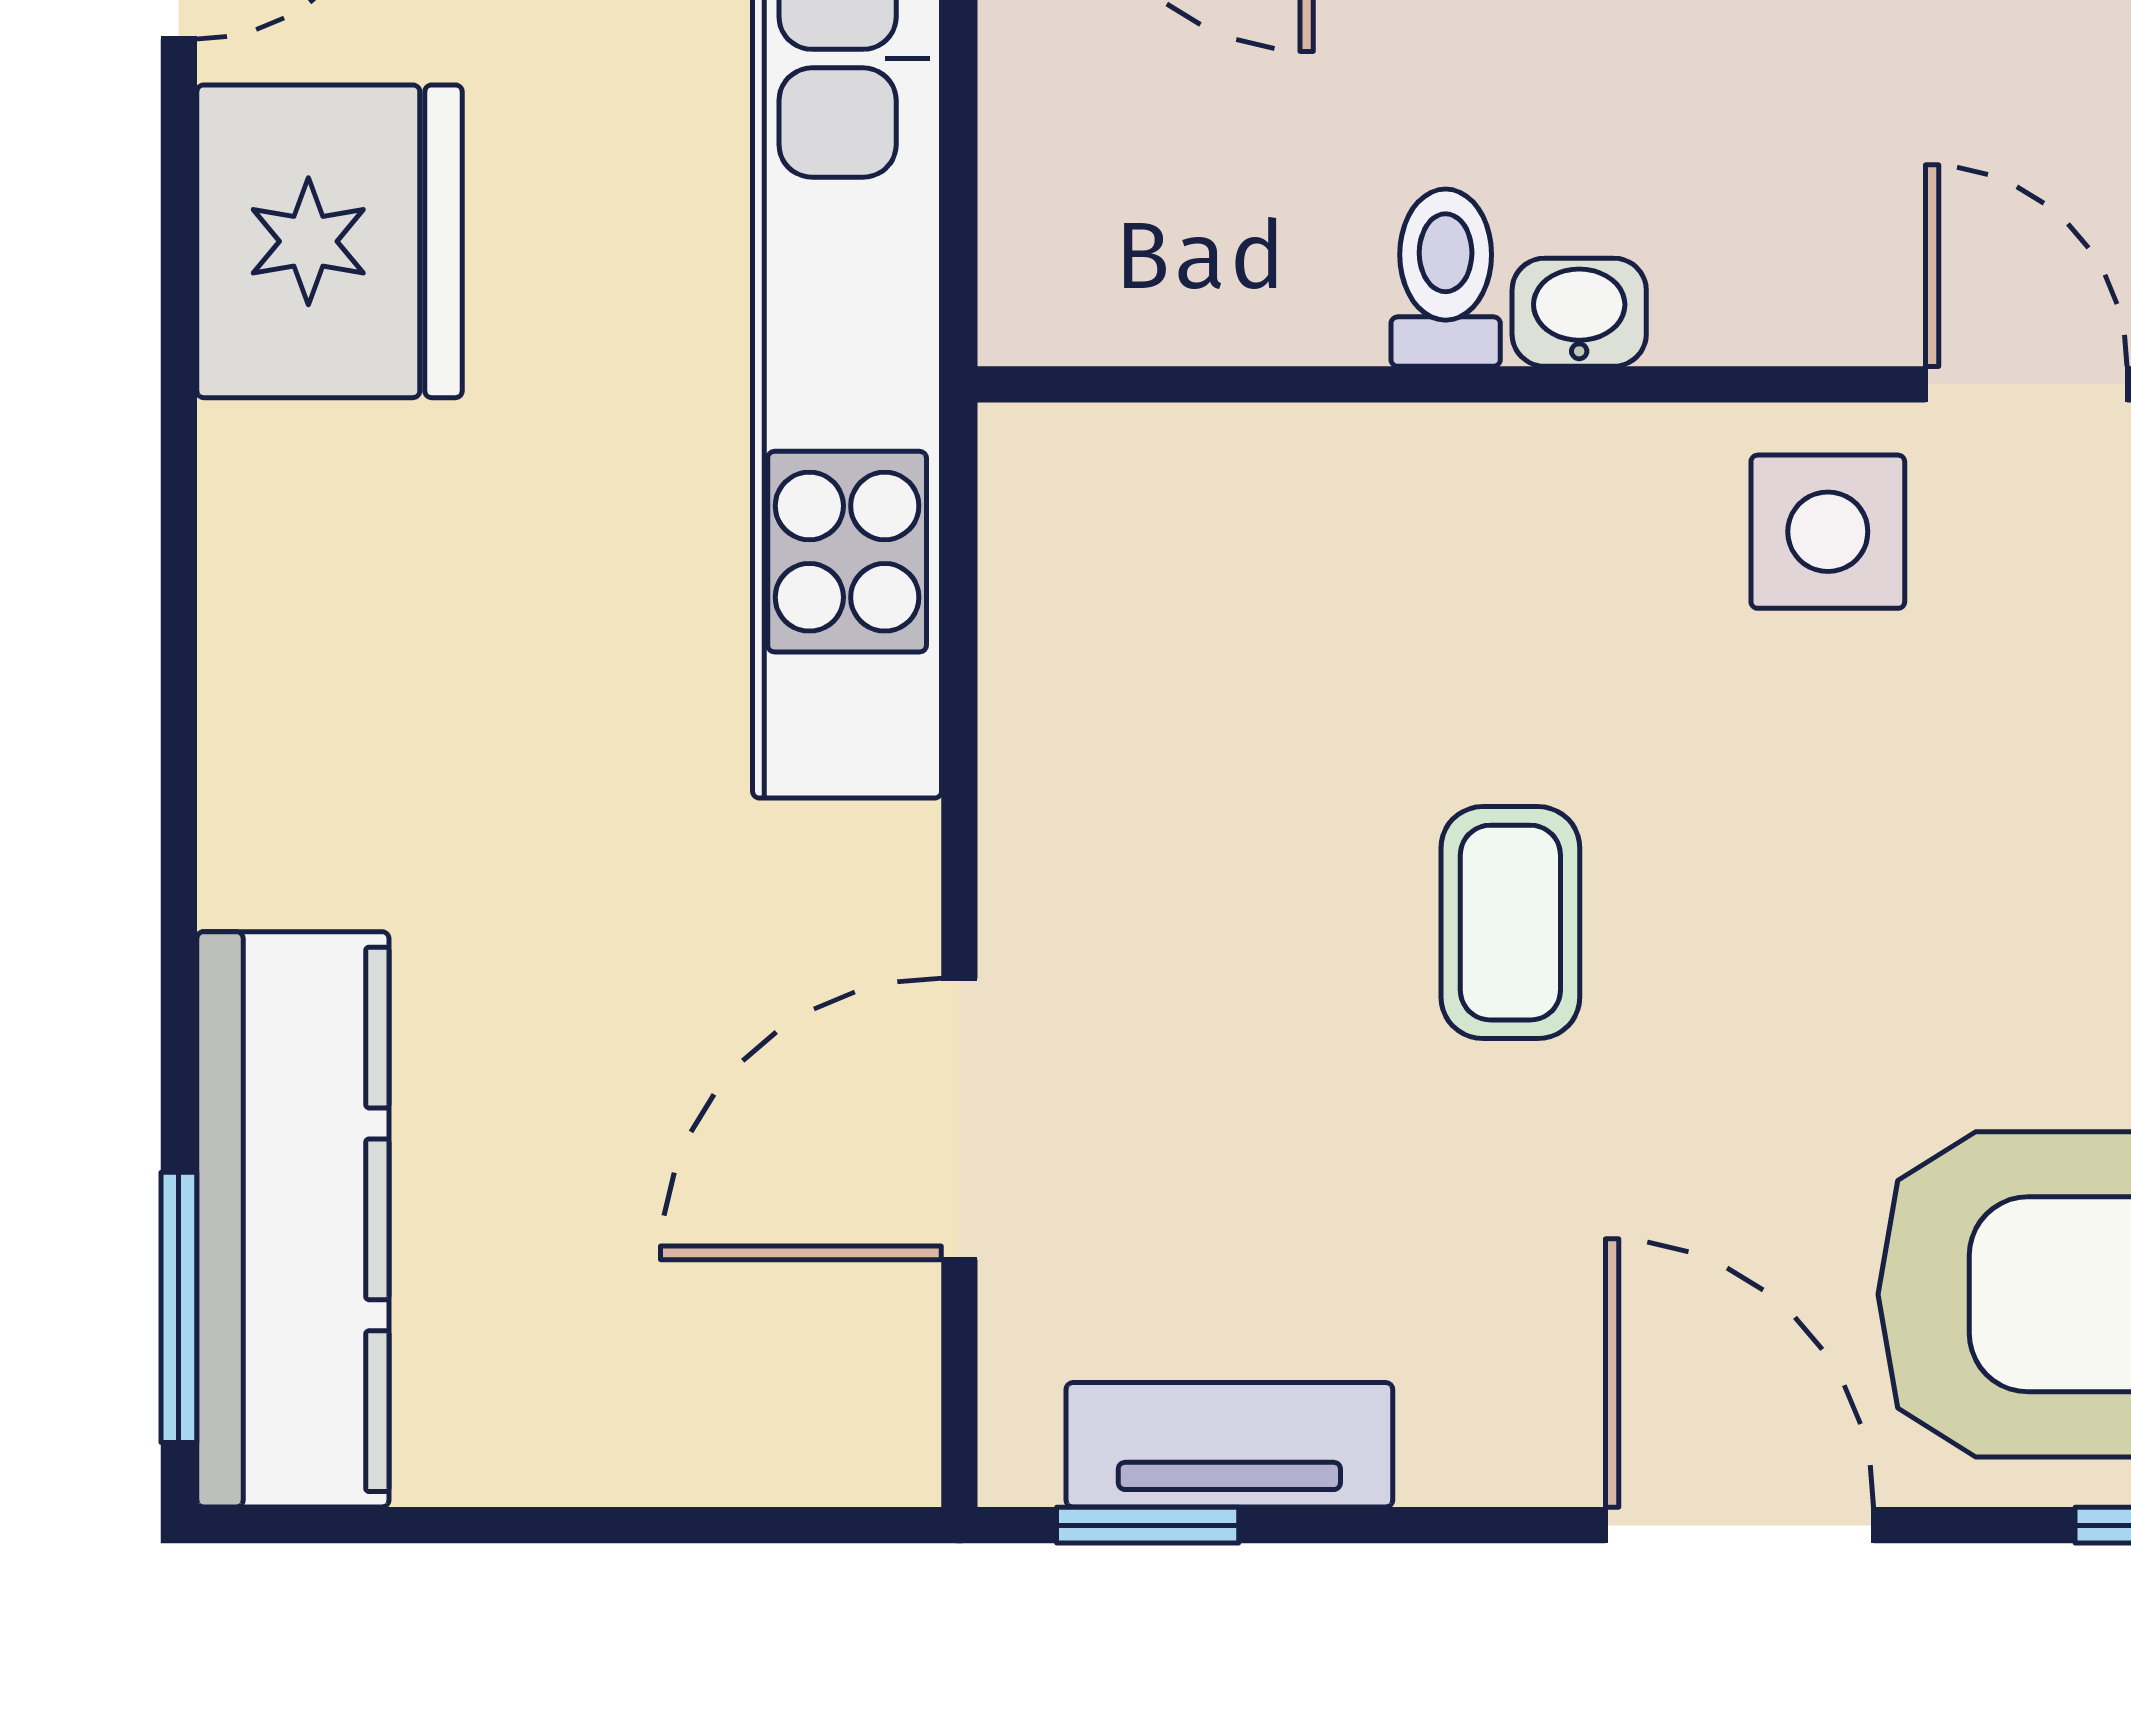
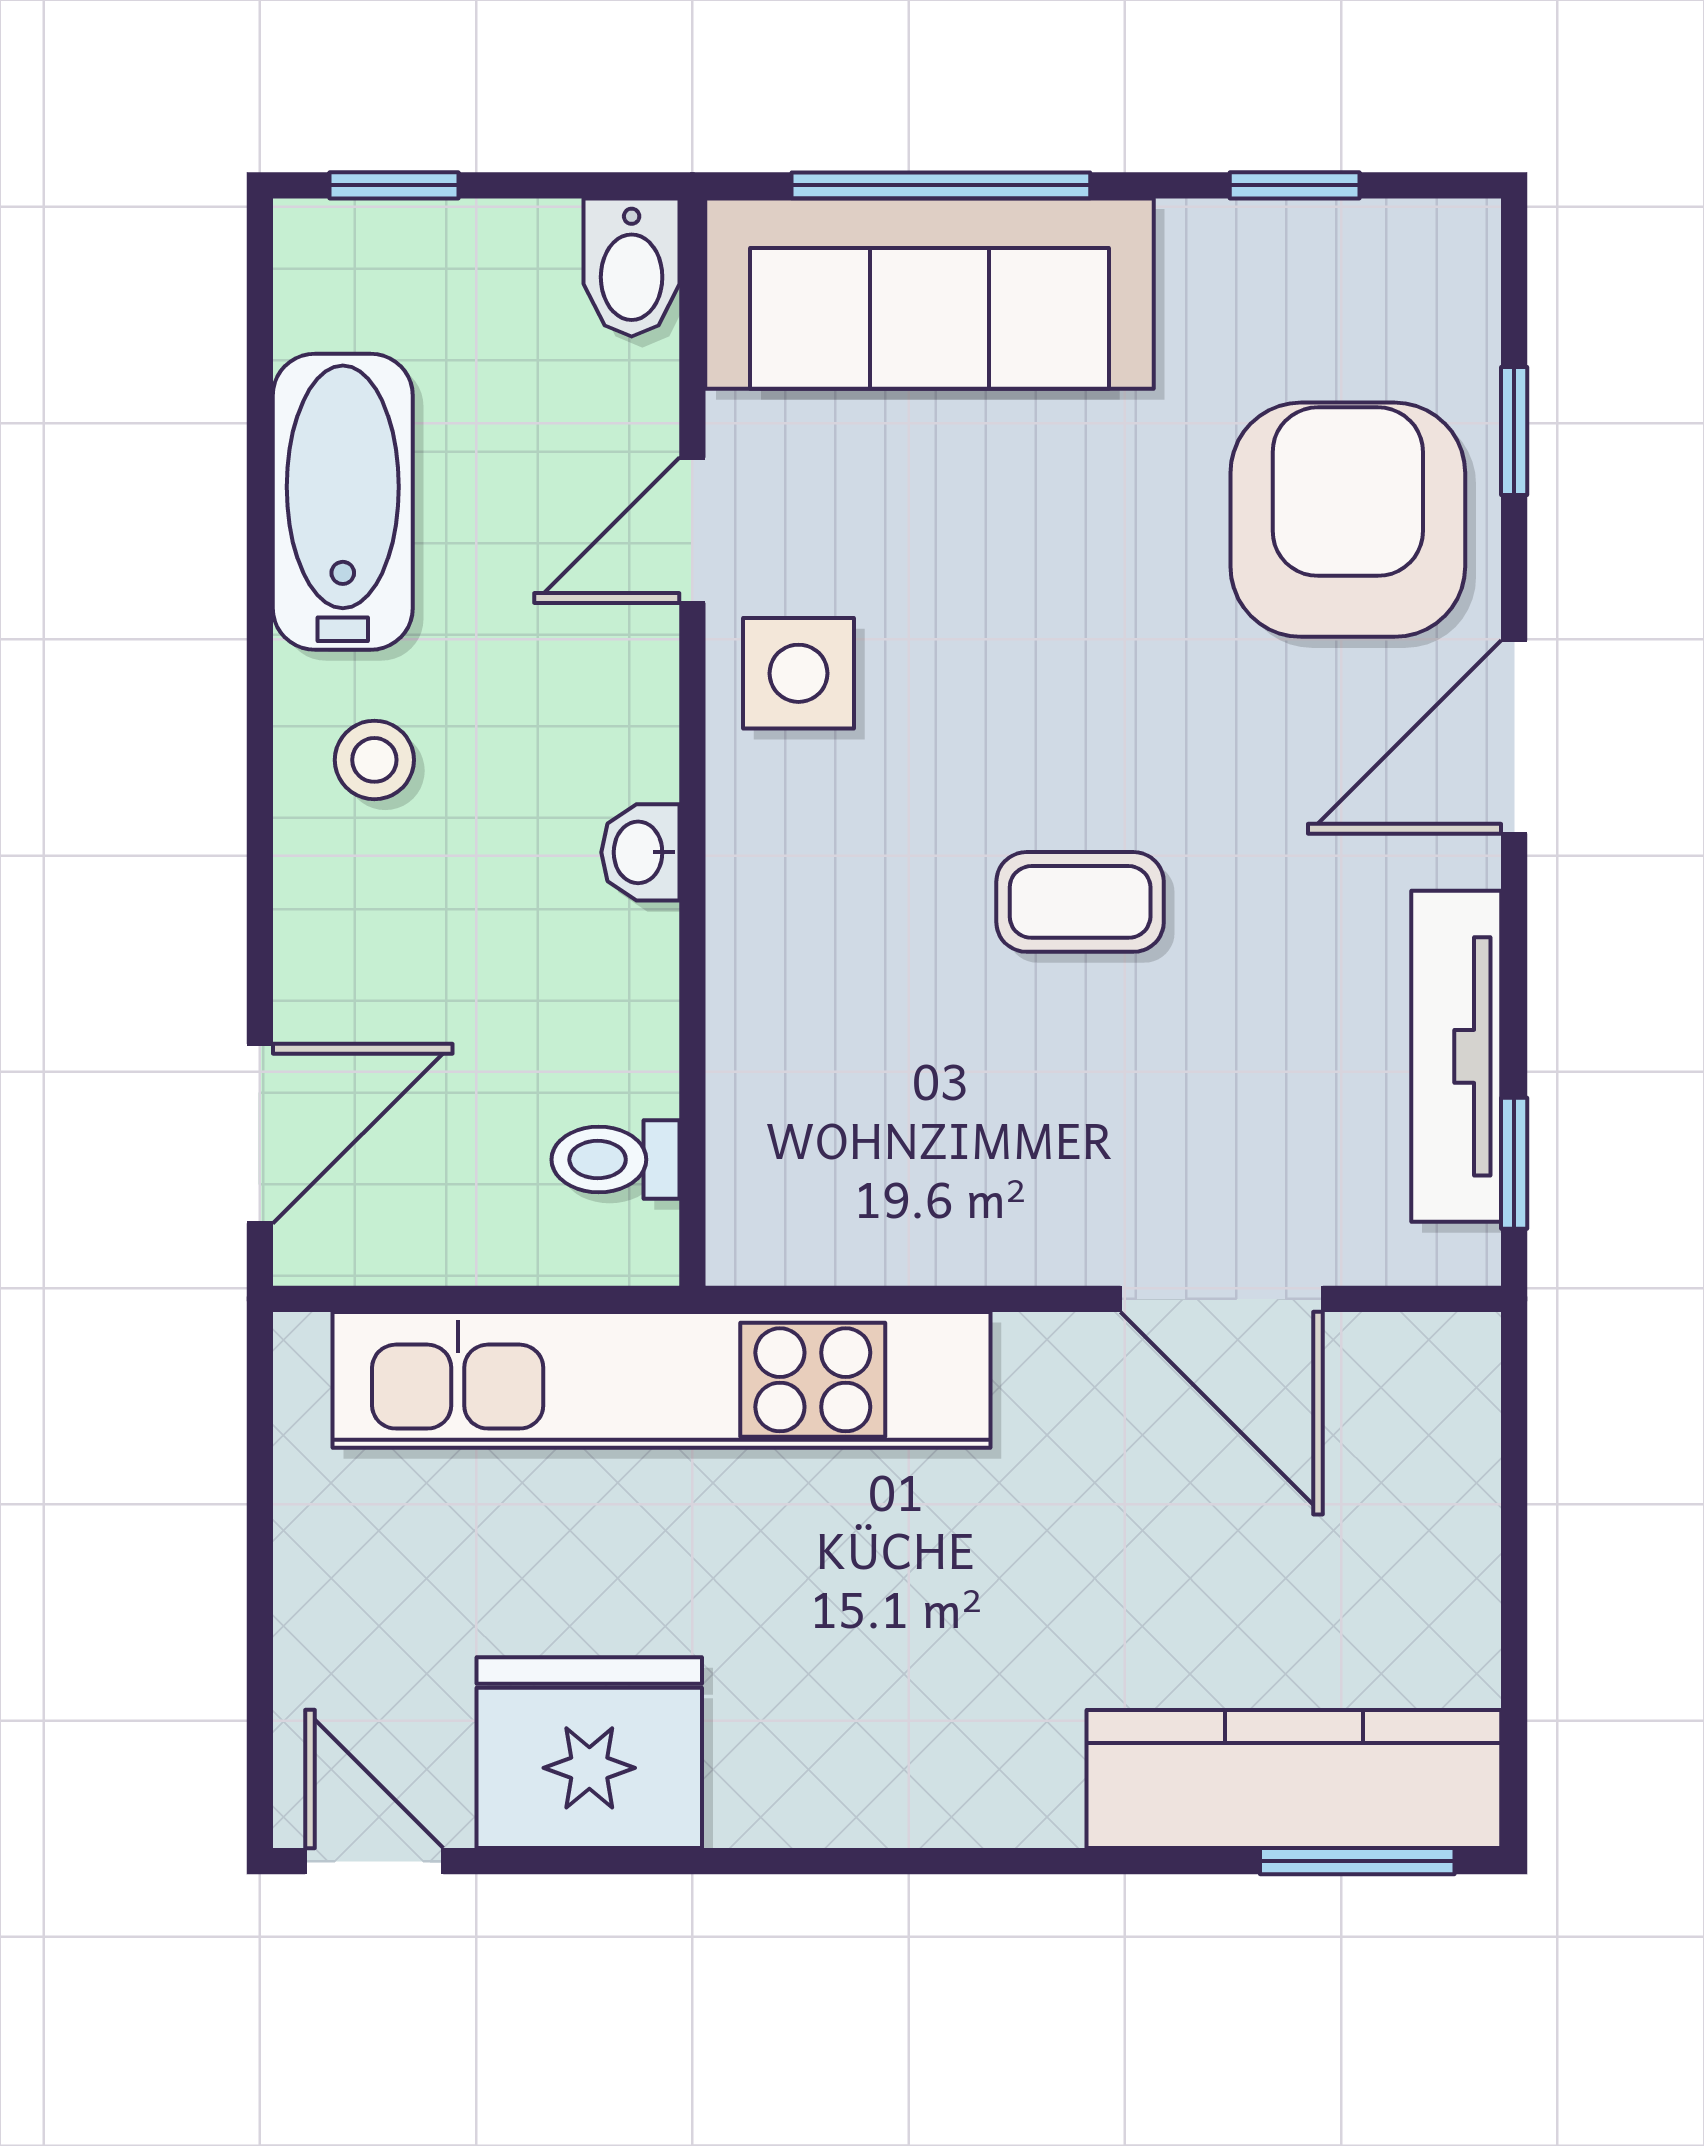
toilet: (1446, 278) -> (615, 1160), moved
tv unit: (1229, 1445) -> (1456, 1056), width x1.41

